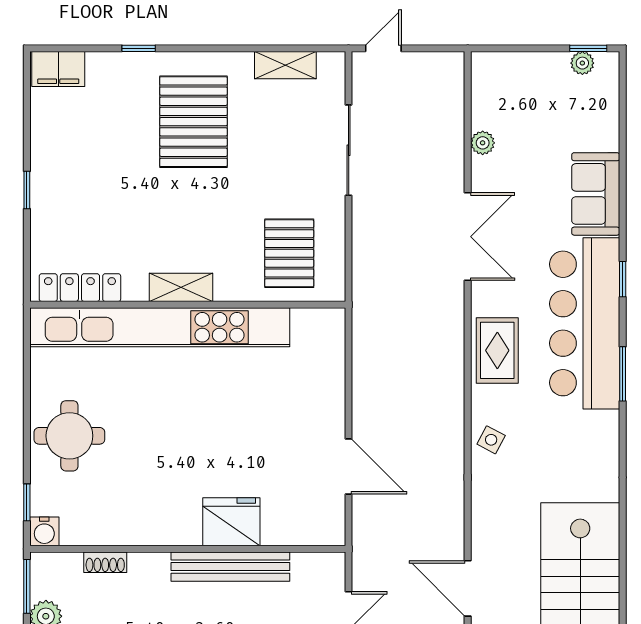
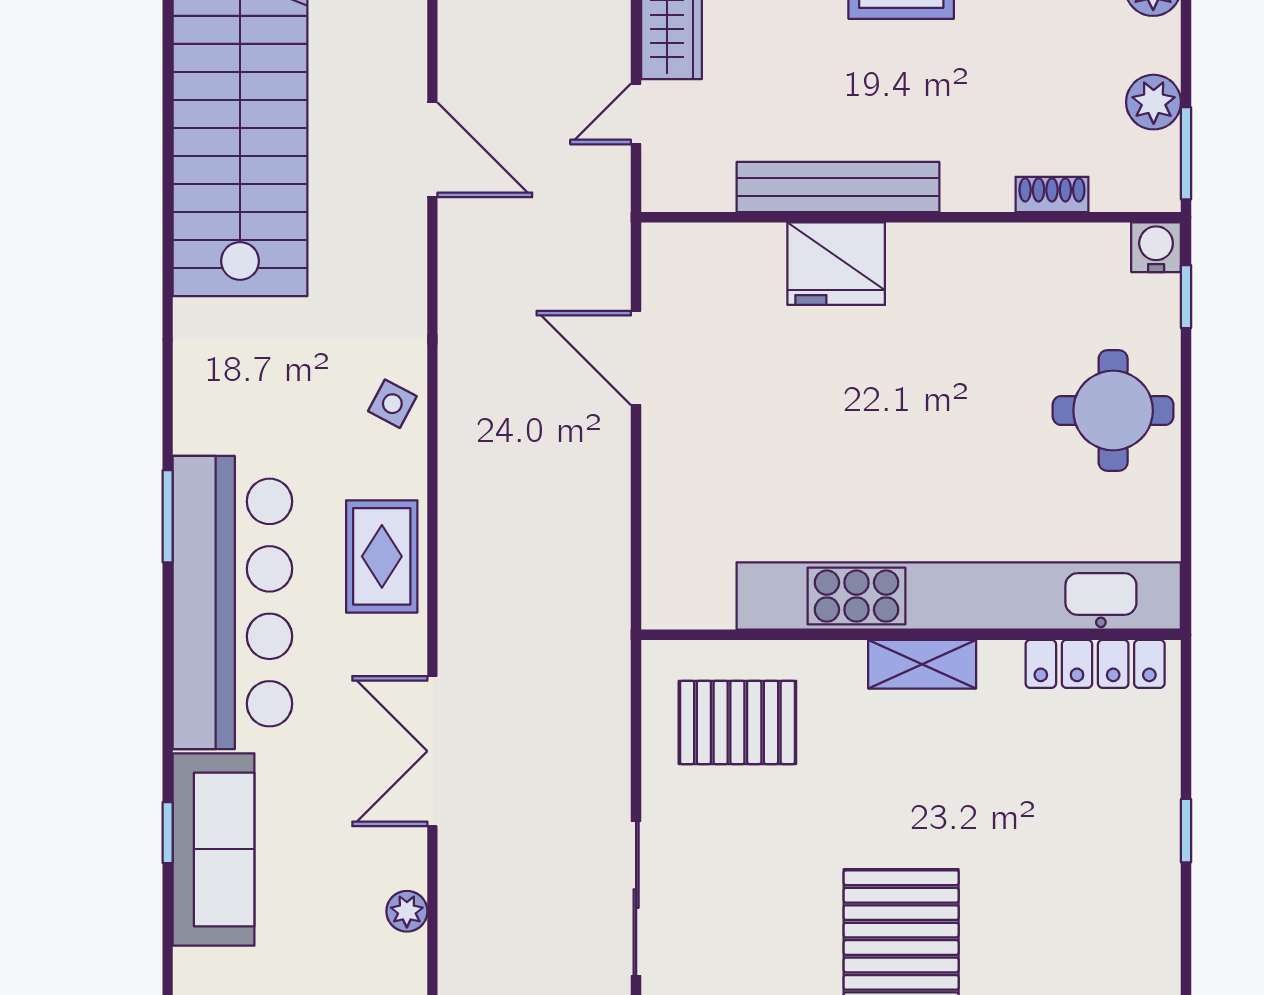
sofa: (596, 194) -> (214, 849), width x1.36
pallet: (289, 253) -> (737, 722), turned 90
window: (623, 279) -> (168, 833), moved

